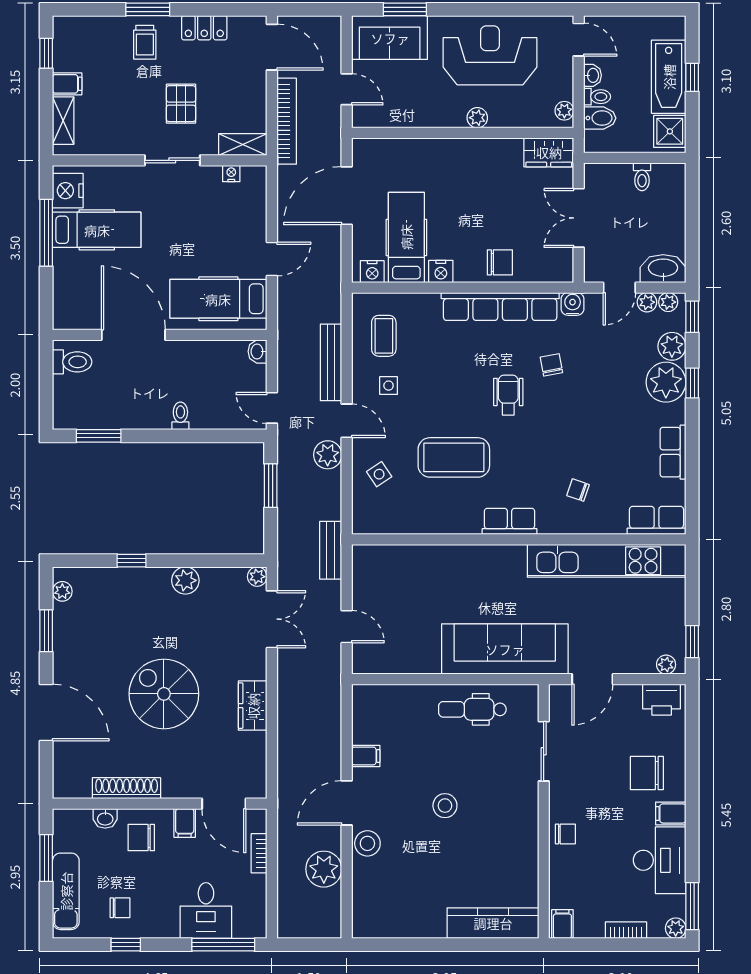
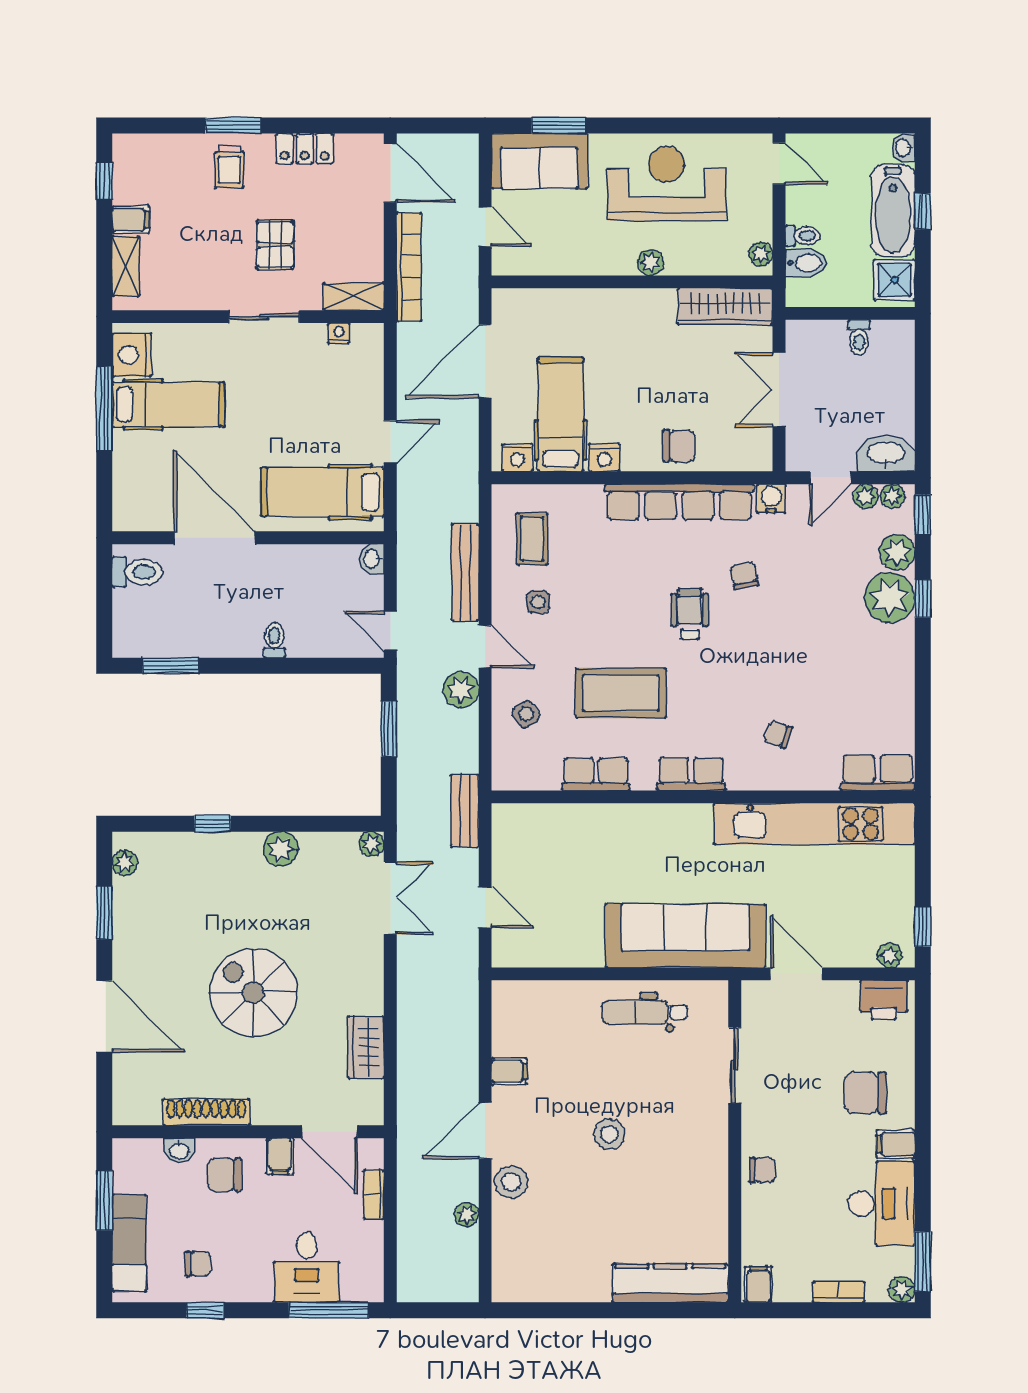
washbasin: (592, 75) -> (904, 148), moved, turned 180
wardrobe: (549, 152) -> (725, 306), width x1.50
row of seats: (673, 452) -> (596, 774), moved, turned 90
door: (592, 679) -> (796, 974), swing flipped
wardrobe: (253, 706) -> (366, 1047), moved
plant: (324, 869) -> (467, 1215), width x0.53, depth x0.53

